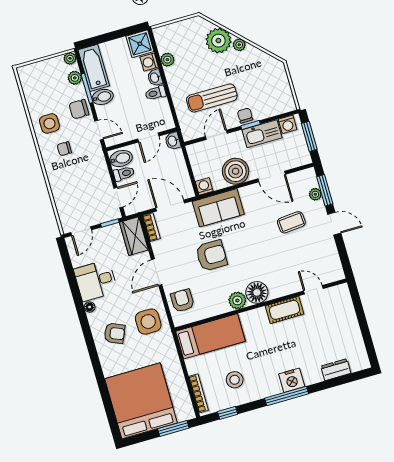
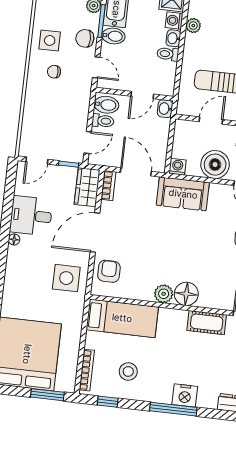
armchair: (211, 256) -> (156, 238), removed
door: (157, 272) -> (95, 232), width x1.36
armchair: (115, 333) -> (28, 276), removed

